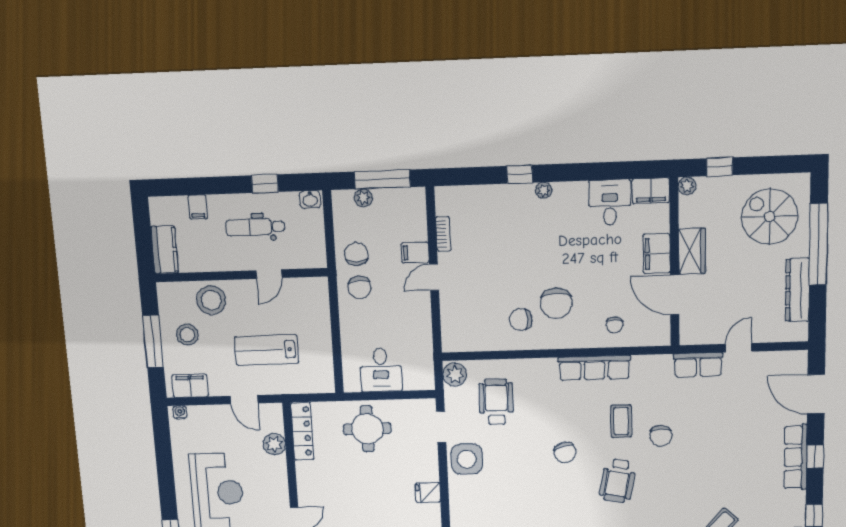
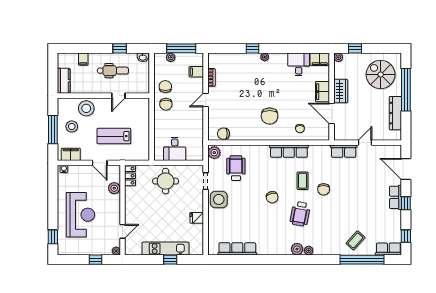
dental chair: (255, 227) -> (113, 71), turned 180
filing cabinet: (415, 253) -> (196, 72), moved
chair: (521, 319) -> (224, 134), moved
locker: (302, 431) -> (130, 176), width x0.66
row of seats: (796, 457) -> (395, 197), width x0.68

